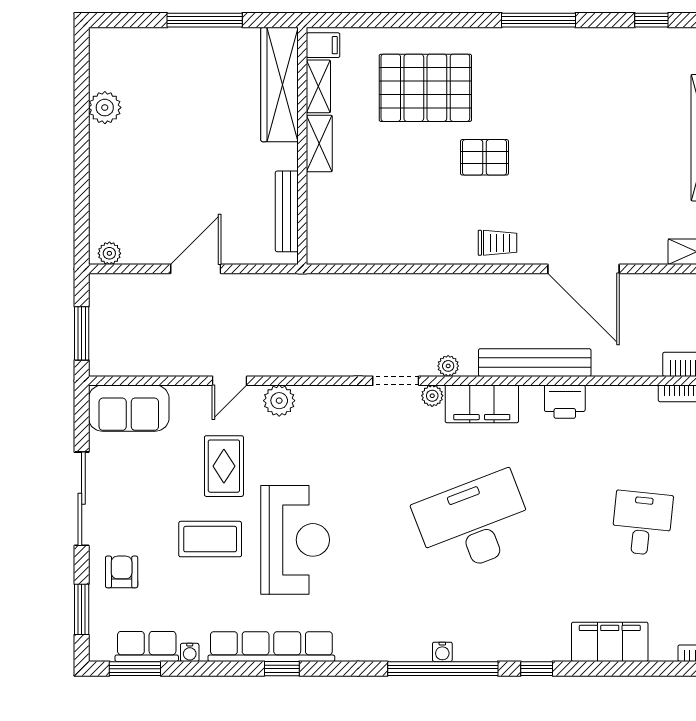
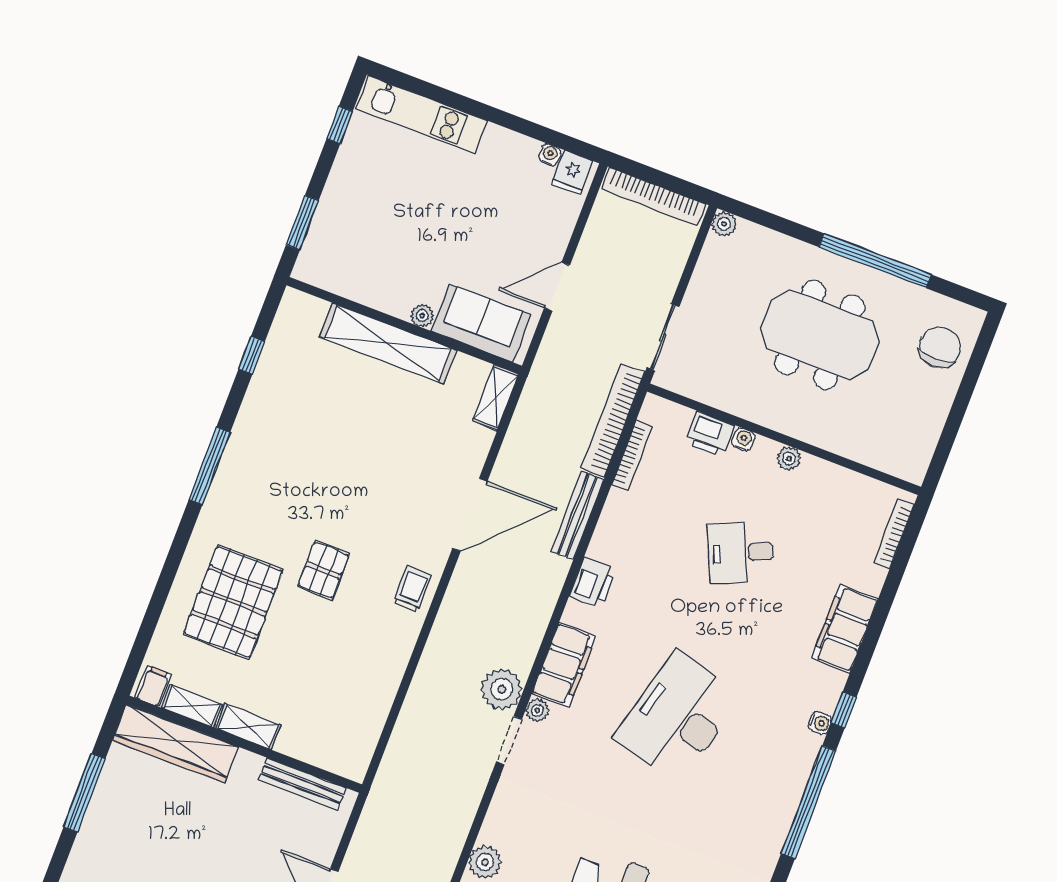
bench: (535, 363) -> (577, 515), moved, width x0.73, depth x0.82
plant: (448, 366) -> (502, 689), width x1.88, depth x1.88
desk: (474, 523) -> (678, 717), turned 36
desk: (642, 523) -> (741, 553), turned -30
water cooler: (442, 652) -> (820, 723), moved

